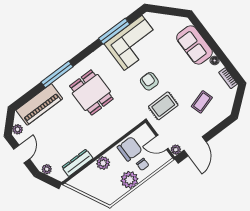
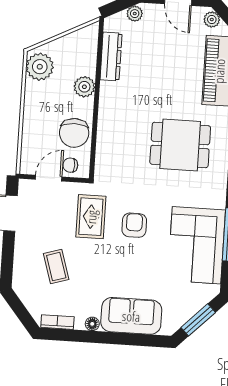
window: (169, 11) -> (198, 320), added
armchair: (149, 81) -> (134, 225), turned -90
plant: (176, 150) -> (26, 187), removed
chair: (143, 164) -> (70, 165), moved
plant: (129, 180) -> (40, 67), moved

